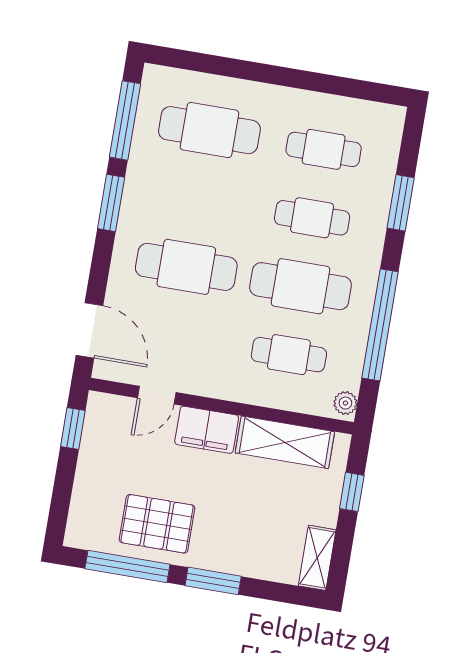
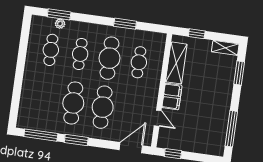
cafe table: (209, 130) -> (73, 103), moved
window: (401, 203) -> (59, 14), moved
window: (380, 325) -> (125, 24), width x0.47
plant: (345, 403) -> (60, 24), moved
pallet: (157, 524) -> (213, 117), removed
window: (213, 581) -> (239, 73), moved

